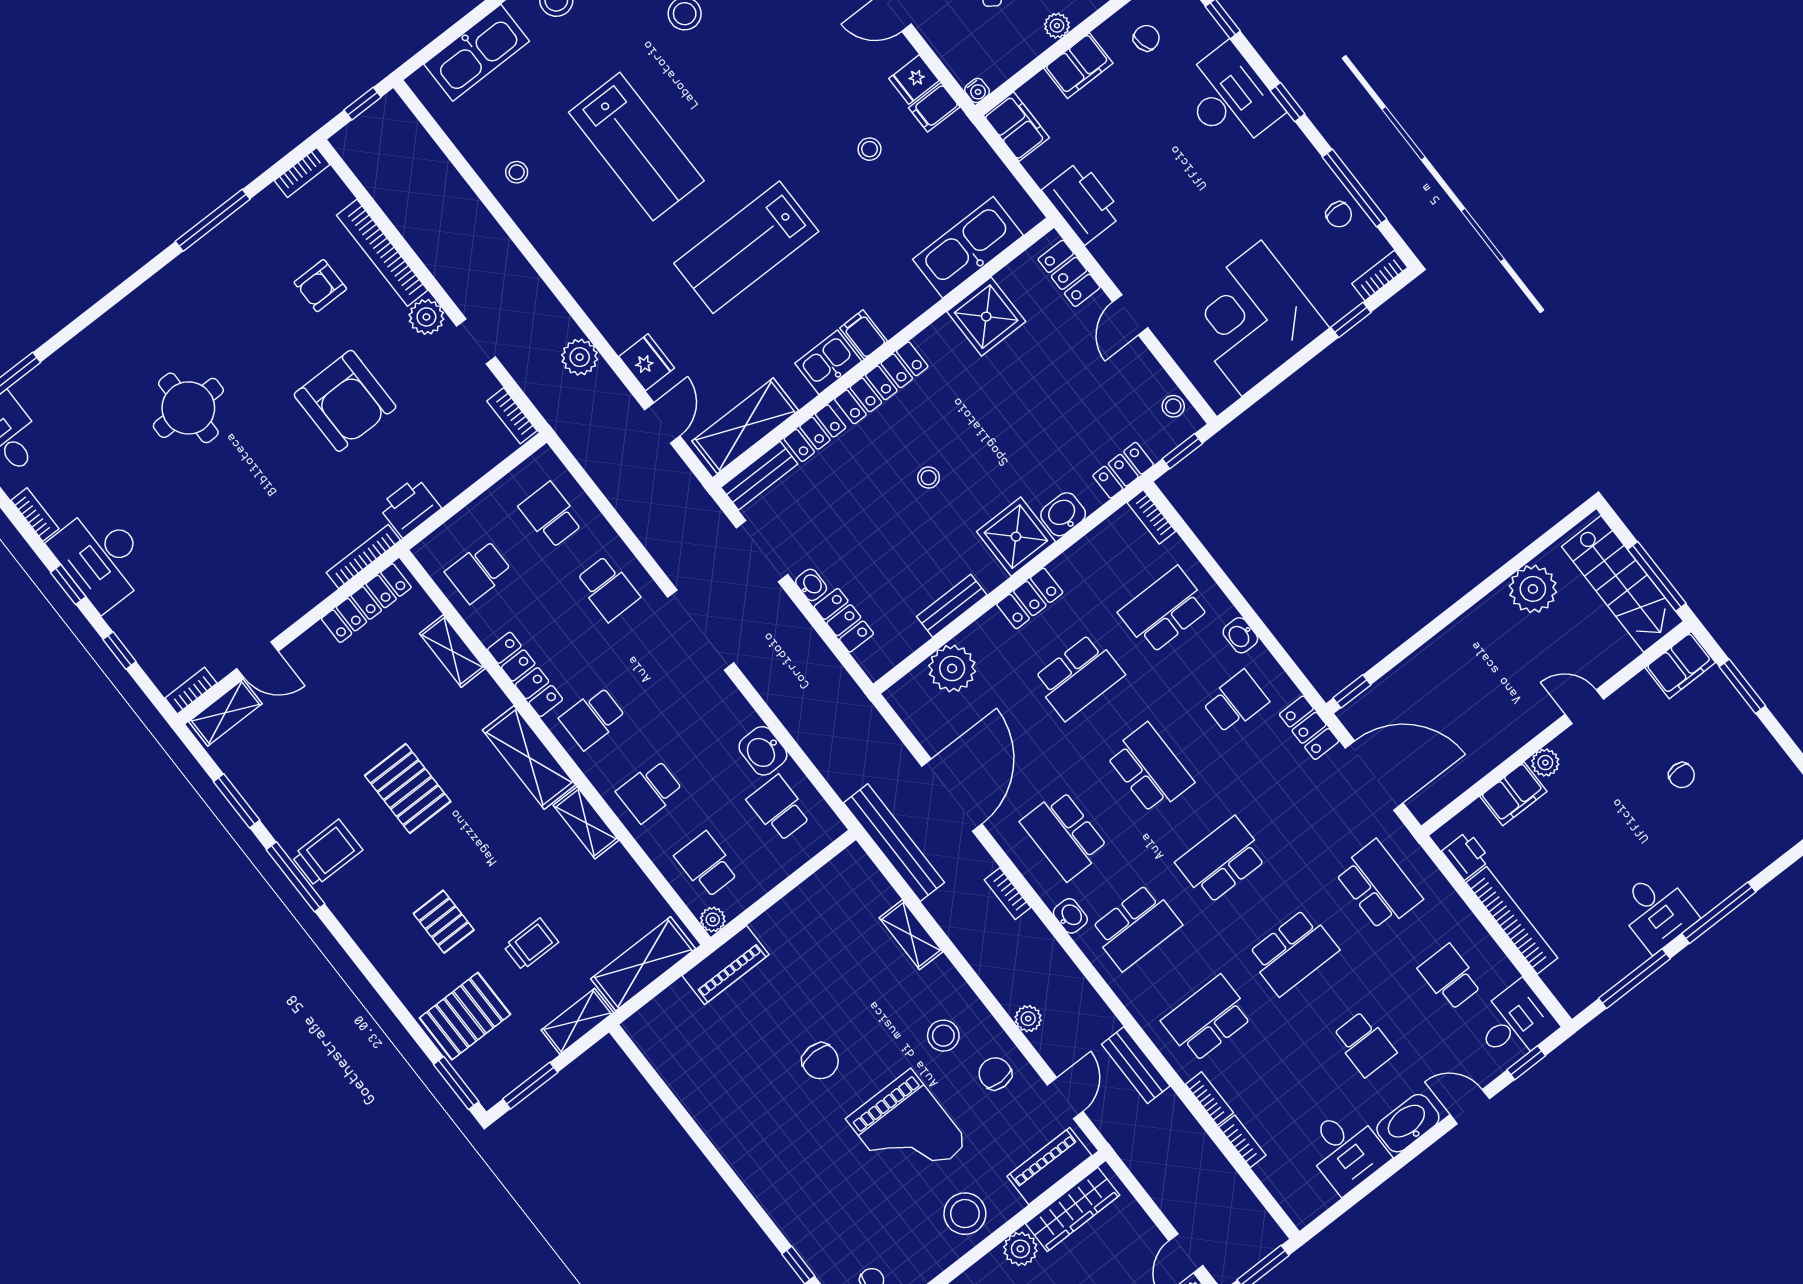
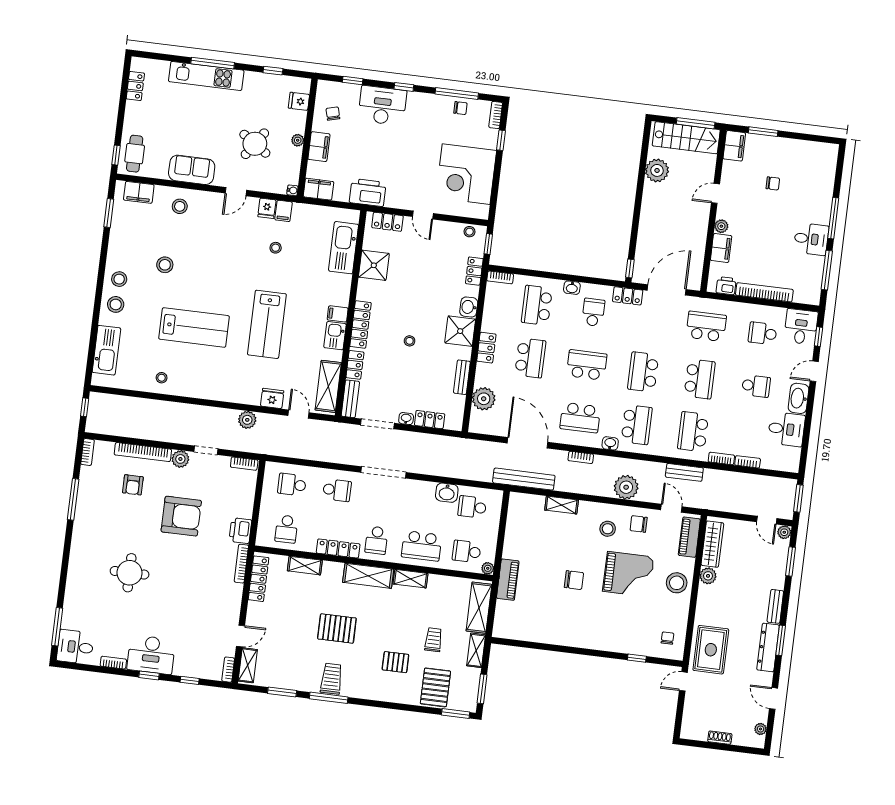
school desk: (650, 791) -> (422, 546), width x1.85
plant: (1028, 1019) -> (626, 487), width x1.88, depth x1.88

